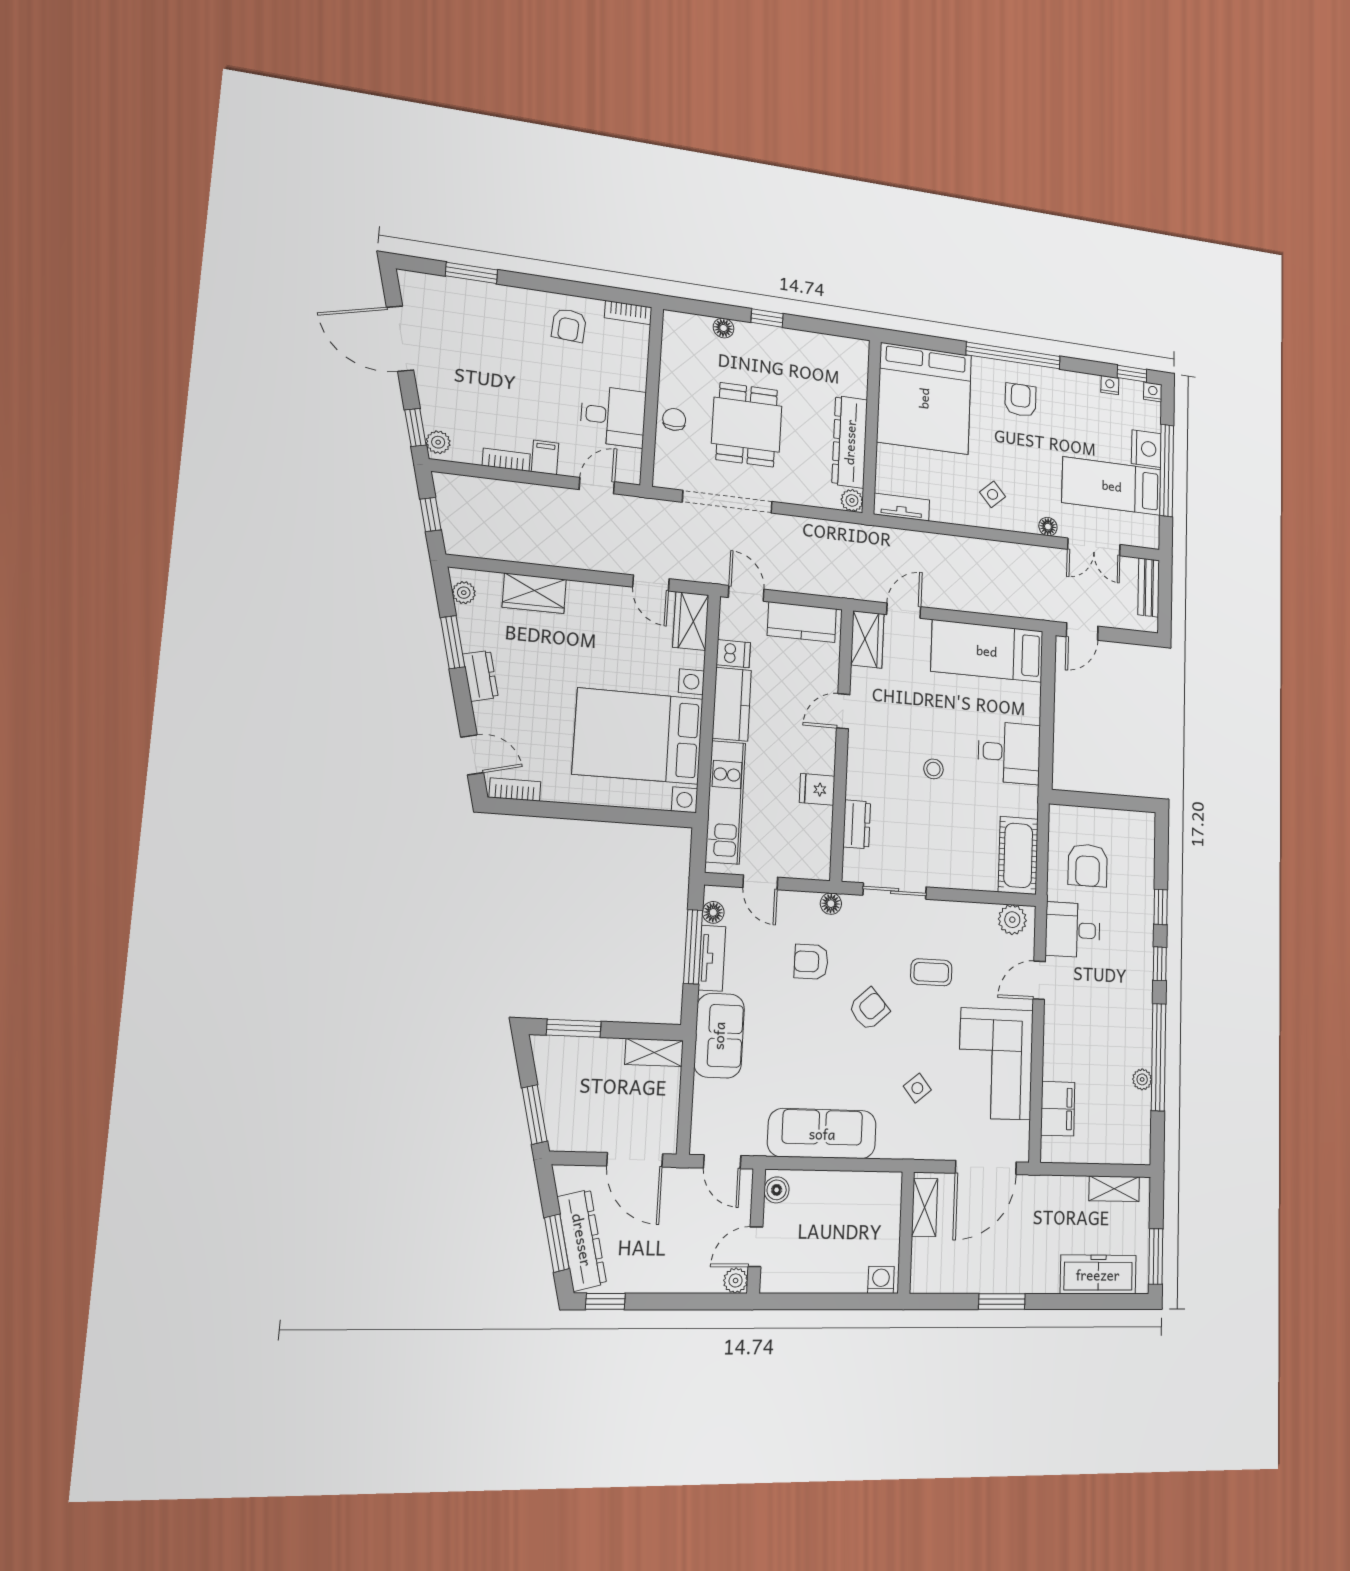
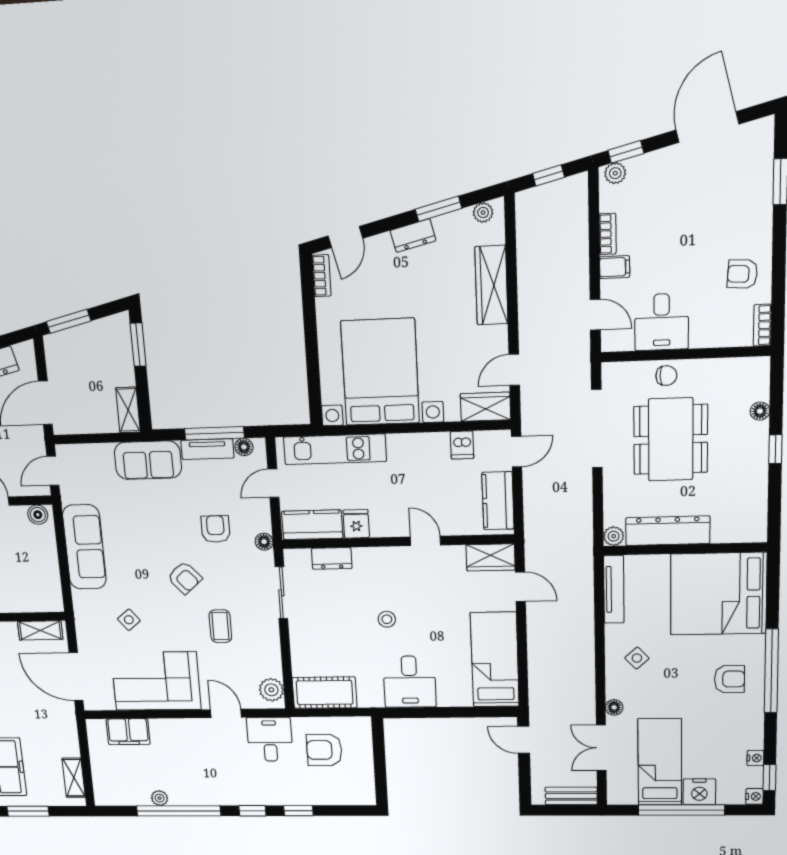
dining table: (747, 425) -> (671, 439), width x1.37
tv unit: (902, 507) -> (614, 589), width x1.41
wardrobe: (534, 593) -> (491, 285), width x1.50
kitchen counter: (732, 704) -> (312, 525), moved, turned 180

